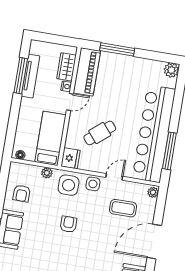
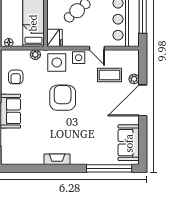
door: (114, 177) -> (97, 48), swing flipped
plant: (153, 192) -> (134, 79), moved
armchair: (68, 224) -> (63, 98), width x1.88, depth x1.88

